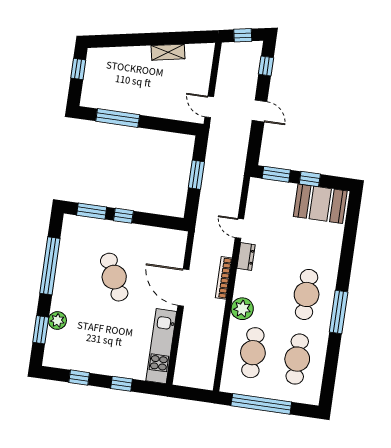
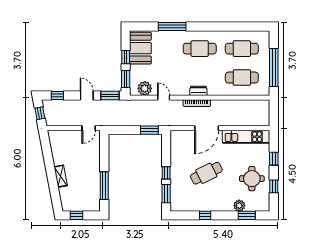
shelving: (168, 52) -> (61, 176), moved
door: (260, 111) -> (87, 96), hinge flipped
window: (254, 147) -> (110, 96), added
window: (196, 175) -> (149, 130), moved
door: (239, 228) -> (164, 98), swing flipped
dresser: (246, 256) -> (198, 91), moved
window: (50, 266) -> (205, 215), width x0.32
plant: (242, 309) -> (145, 88), moved
window: (339, 312) -> (172, 27), moved
round table: (96, 346) -> (252, 179), added

